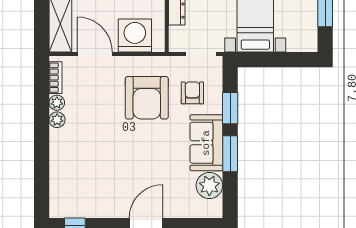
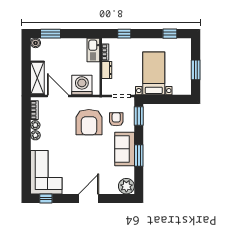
window: (230, 108) -> (139, 116), moved
corner sofa: (75, 182) -> (46, 172), added
plant: (209, 186) -> (126, 186), moved

